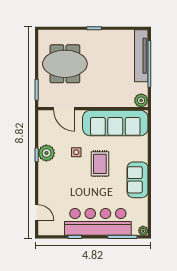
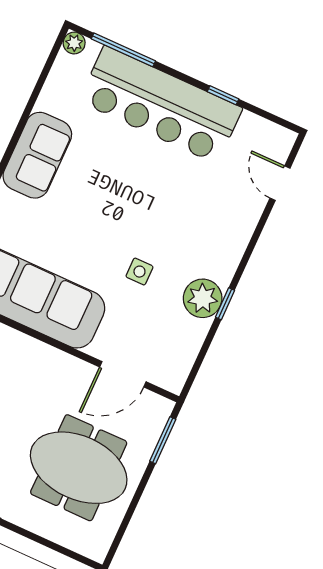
door: (64, 109) -> (123, 374), swing flipped
rug: (100, 164) -> (101, 224), removed

